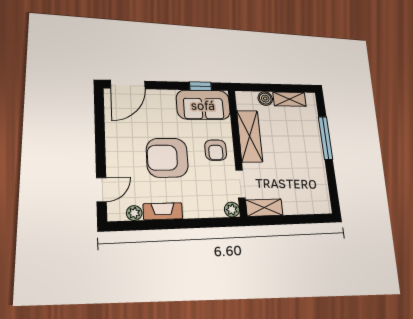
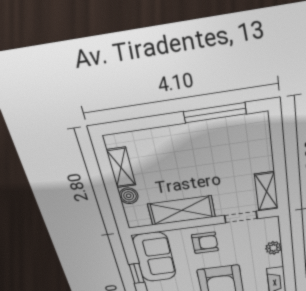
window: (200, 86) -> (137, 273), moved
window: (325, 138) -> (215, 113), moved
plant: (232, 210) -> (273, 248), moved

